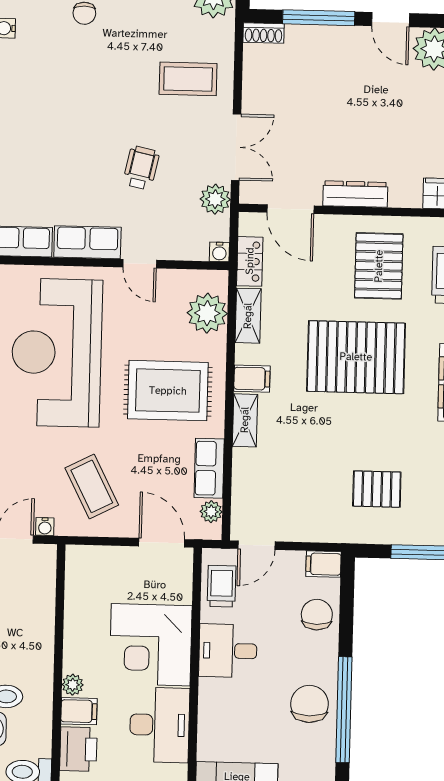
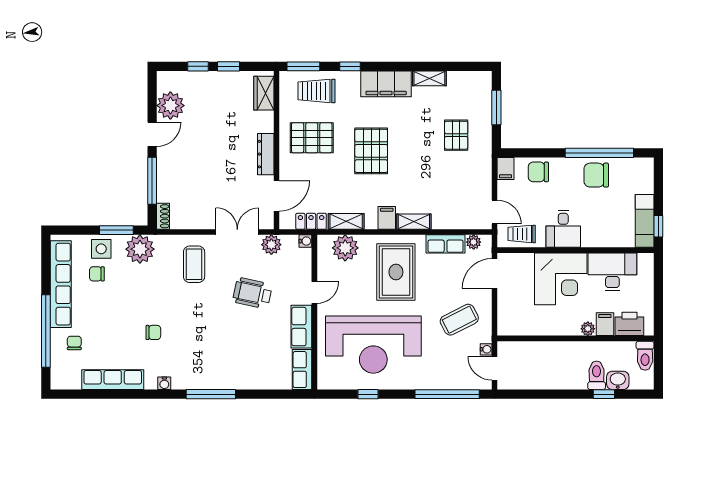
wheelchair: (141, 168) -> (252, 293), width x1.36, depth x1.37
pallet: (356, 357) -> (371, 151), width x0.73, depth x0.71

